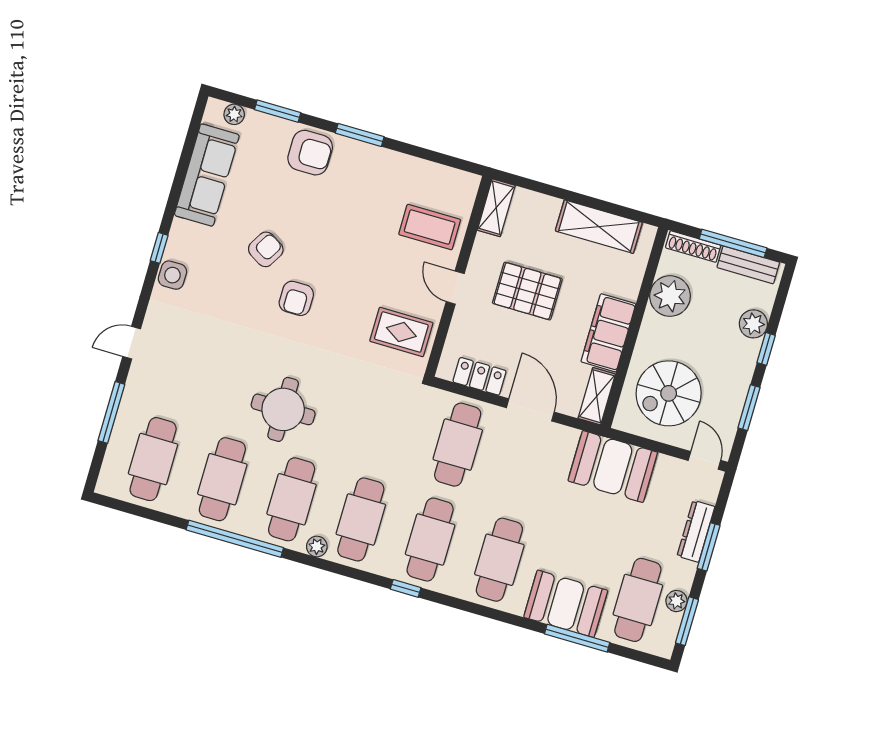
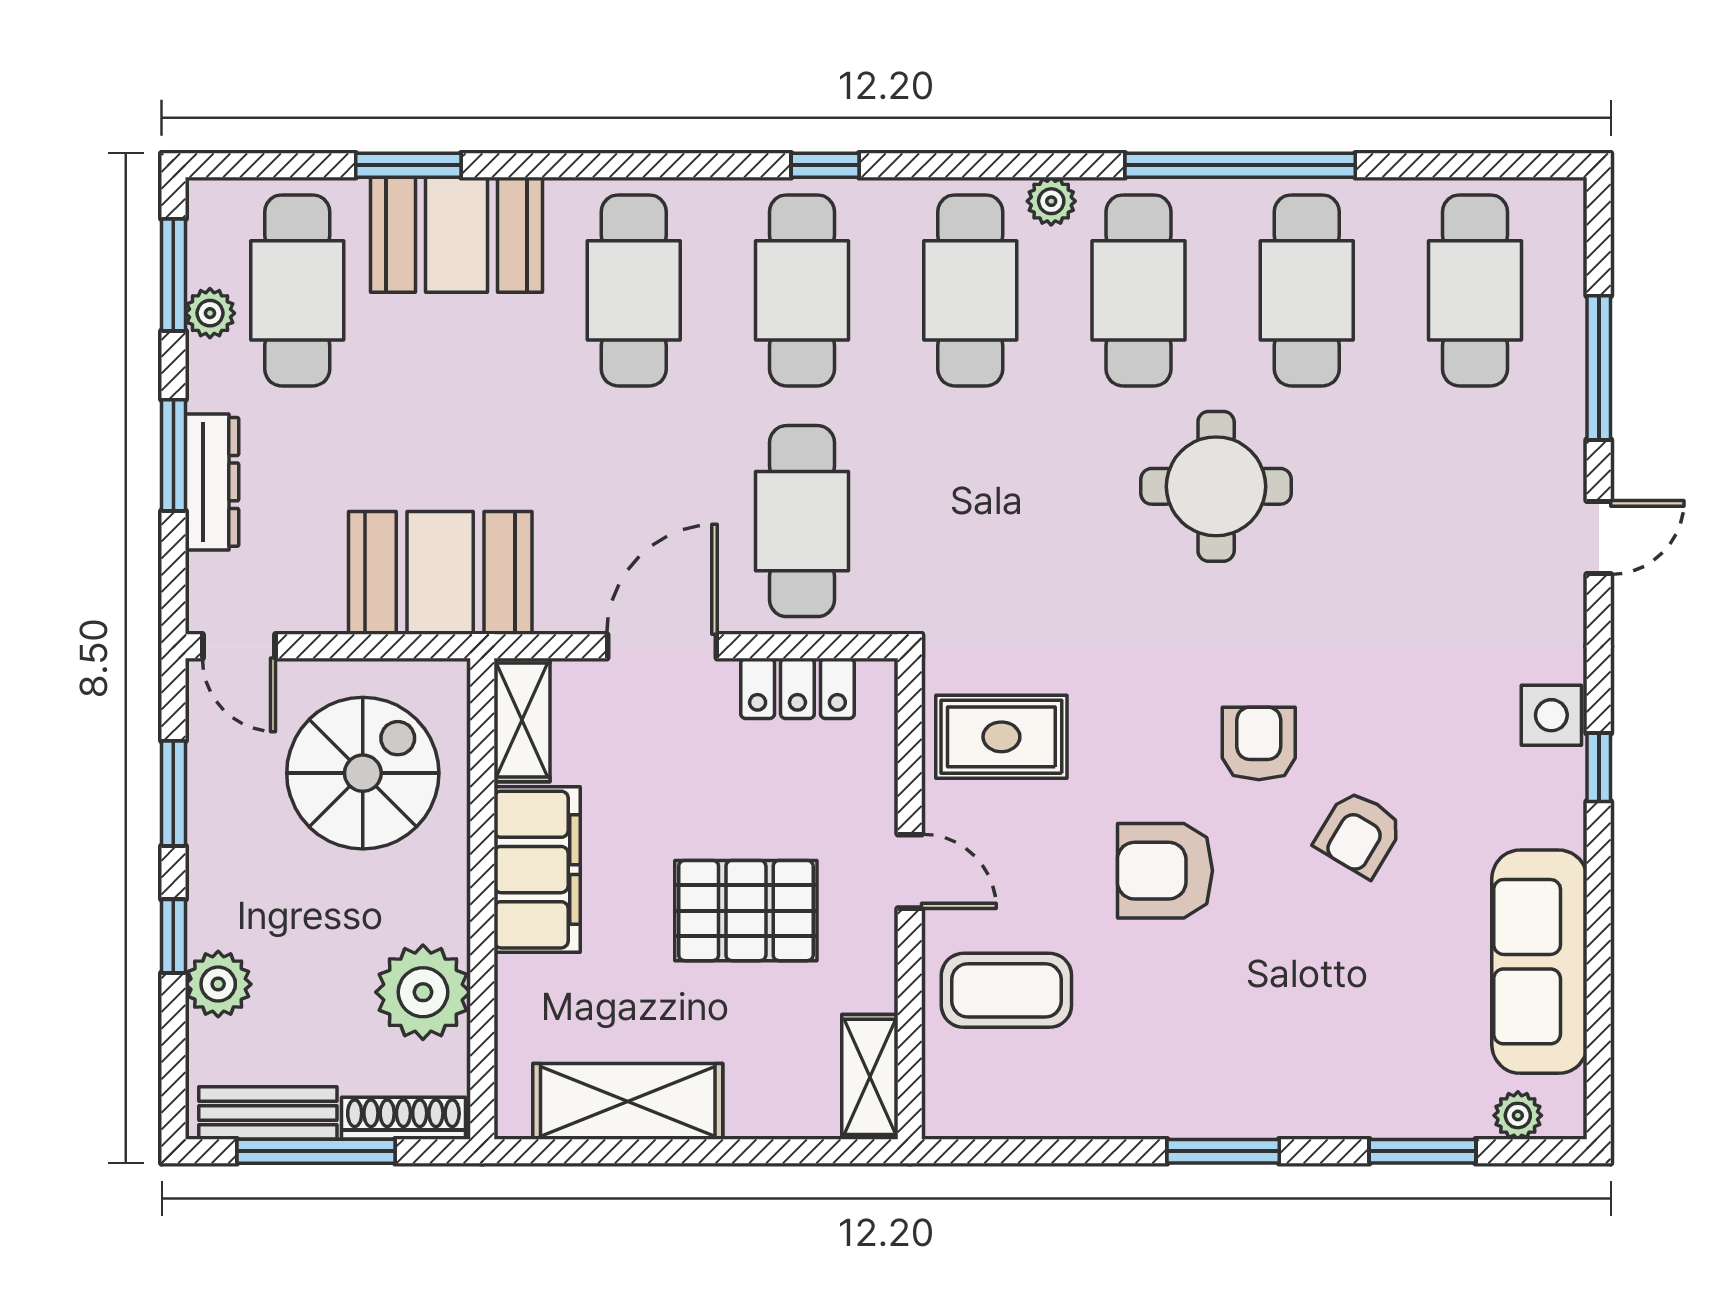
armchair: (310, 153) -> (1165, 871), moved
door: (530, 410) -> (662, 646), swing flipped
window: (577, 638) -> (408, 165), width x0.69

